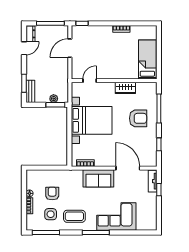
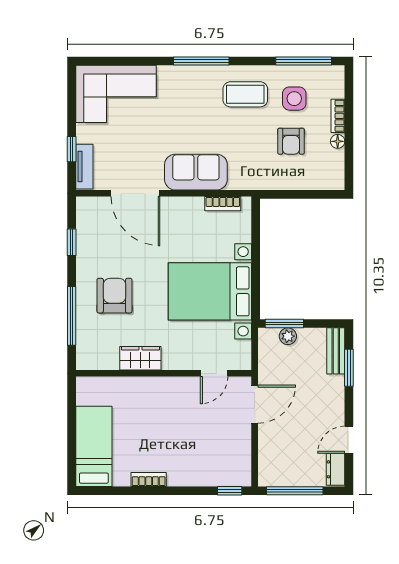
door: (70, 48) -> (255, 404), moved
bed: (147, 59) -> (94, 446), moved, turned 180
armchair: (138, 118) -> (114, 296), turned 90
corner sofa: (116, 216) -> (116, 94), moved

